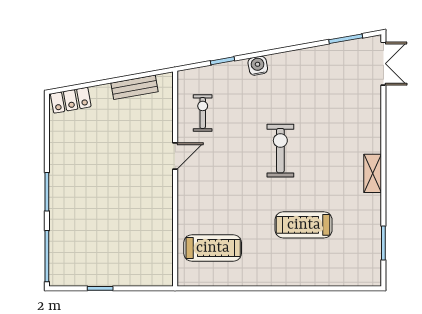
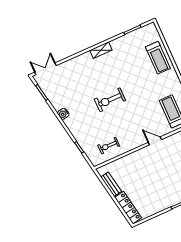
water cooler: (258, 66) -> (63, 114), moved
locker: (71, 100) -> (128, 208), width x1.53
door: (175, 156) -> (155, 141), moved
treadmill: (304, 225) -> (158, 58), moved

